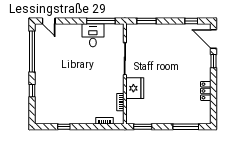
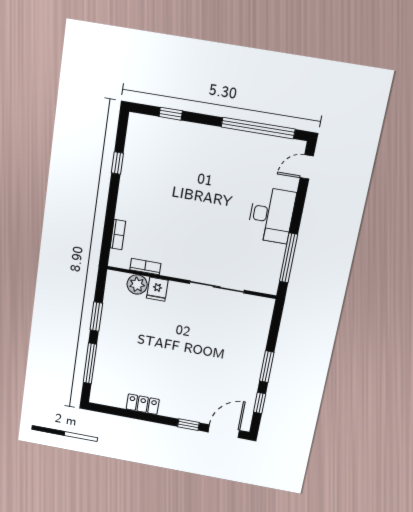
window: (146, 21) -> (267, 367), moved
desk: (93, 35) -> (271, 215), moved, width x1.37
fridge: (135, 88) -> (157, 289), width x0.53, depth x0.75
window: (32, 91) -> (171, 114), moved
plant: (132, 105) -> (137, 284), added
window: (143, 127) -> (96, 317), moved

